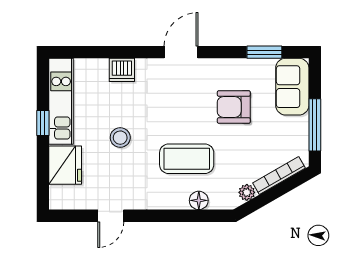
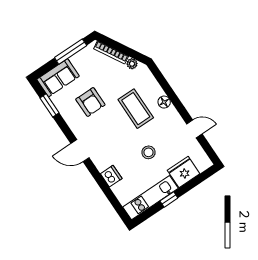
floor lamp: (199, 200) -> (164, 102), moved

